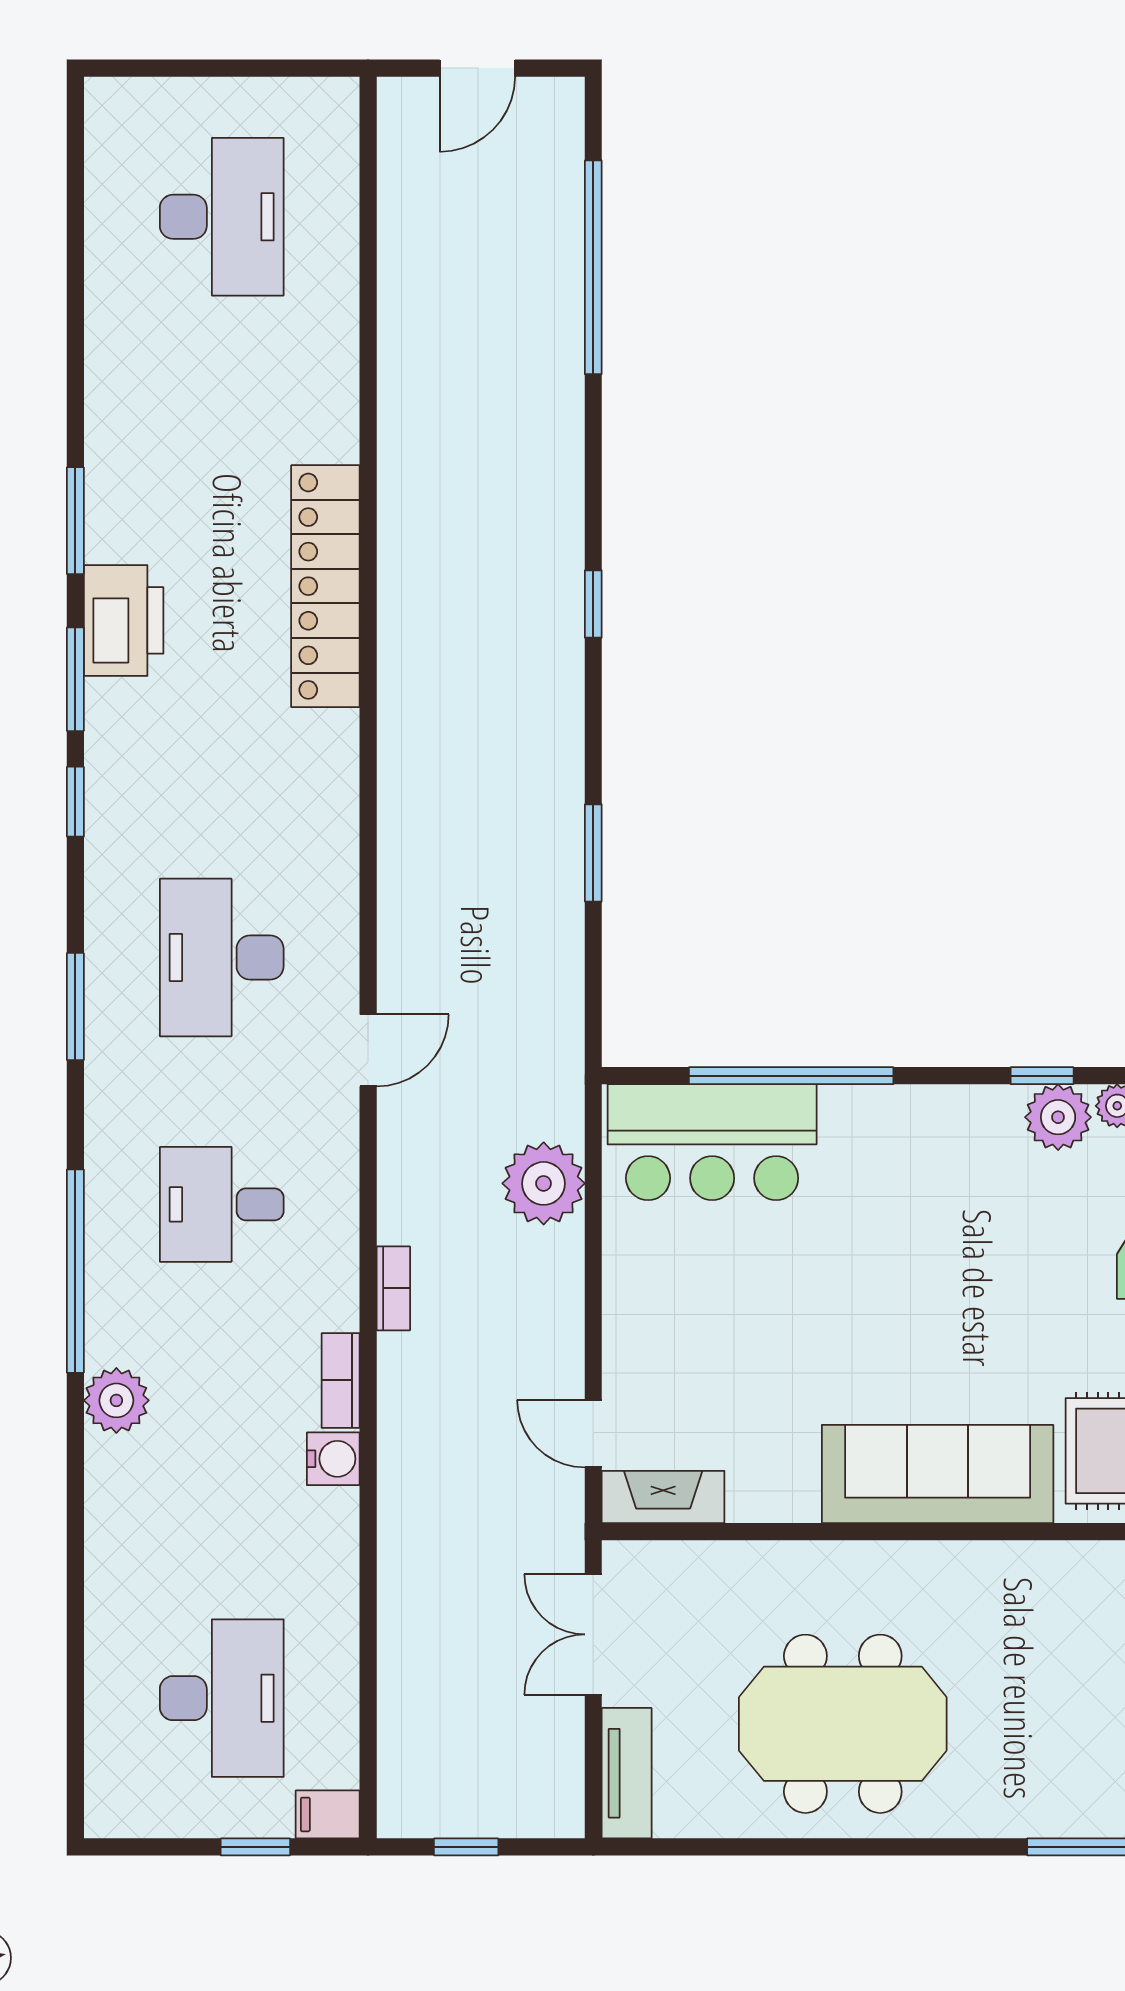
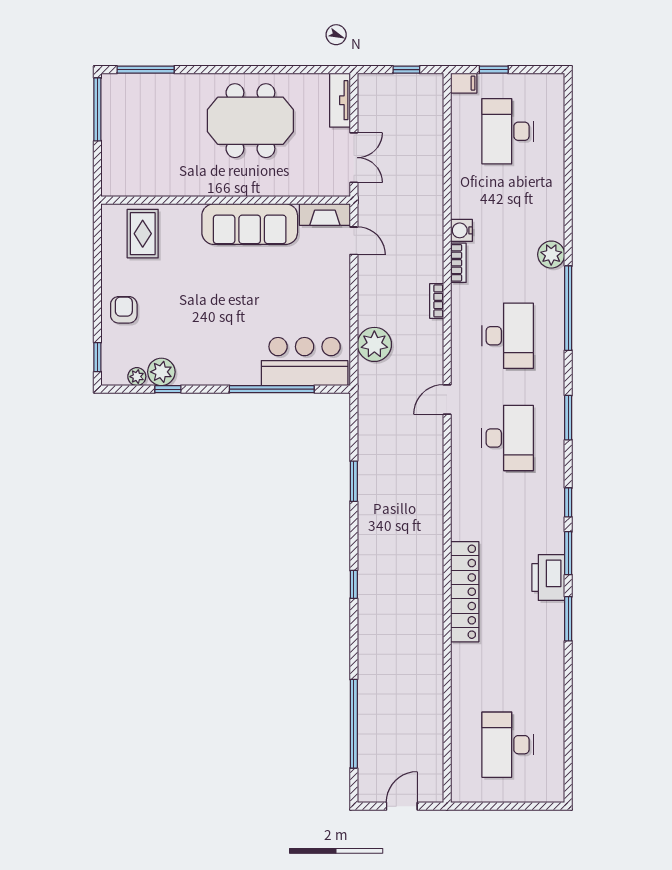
desk: (222, 1204) -> (508, 336), width x1.37
sofa: (938, 1474) -> (250, 224), moved

